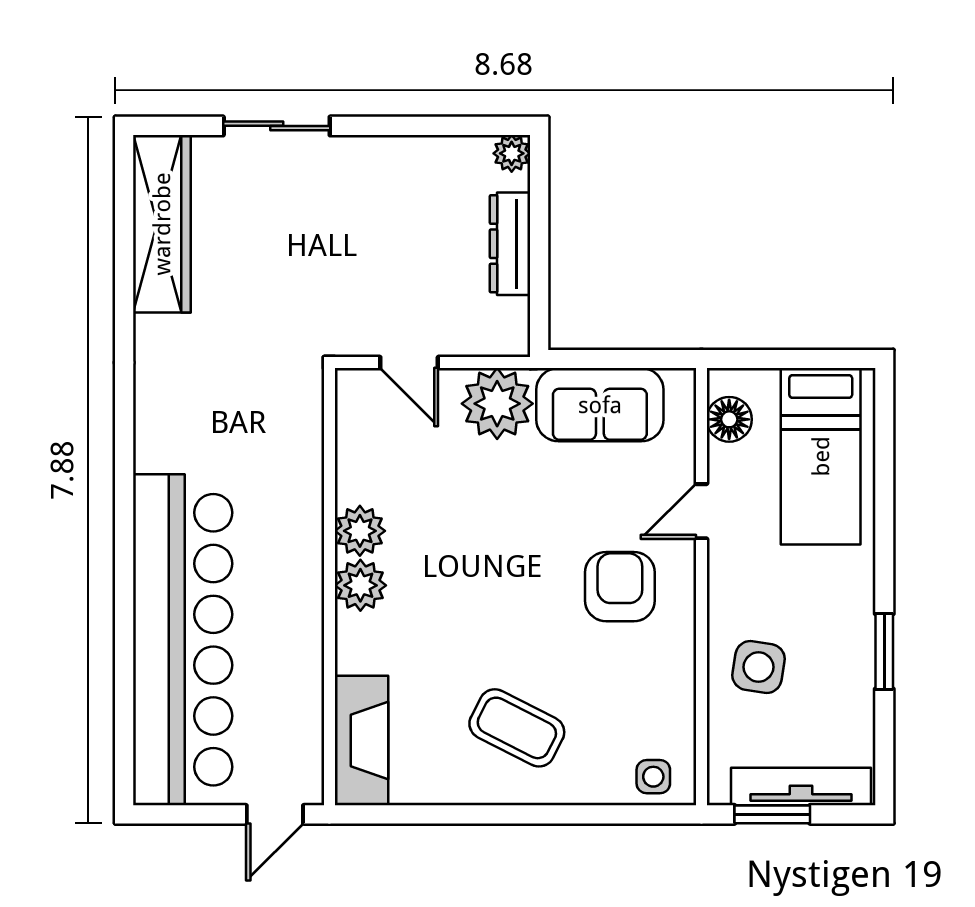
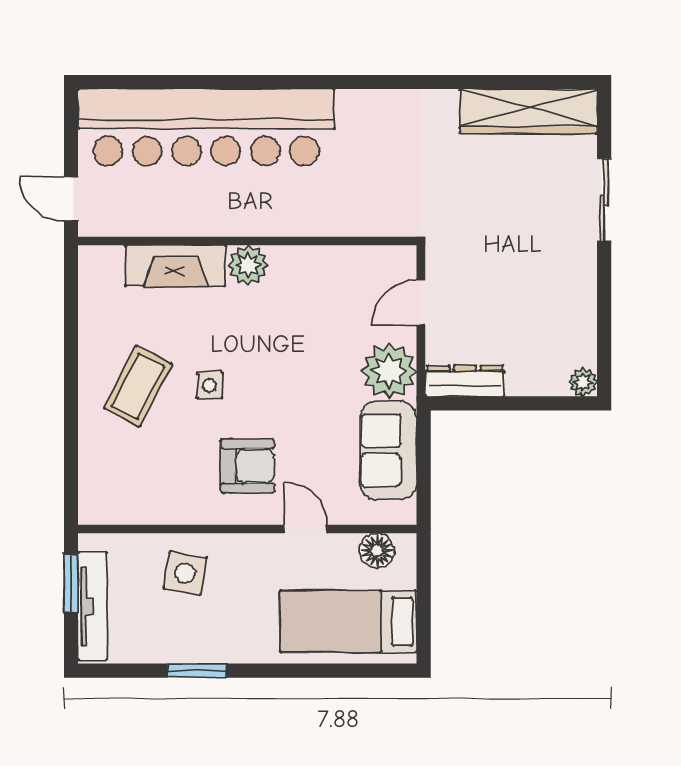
dresser: (510, 244) -> (465, 381), moved
plant: (360, 531) -> (291, 265), removed
fireplace: (361, 741) -> (175, 266), moved
side table: (653, 777) -> (210, 385), moved

